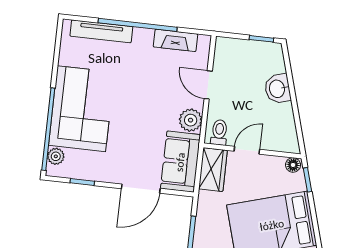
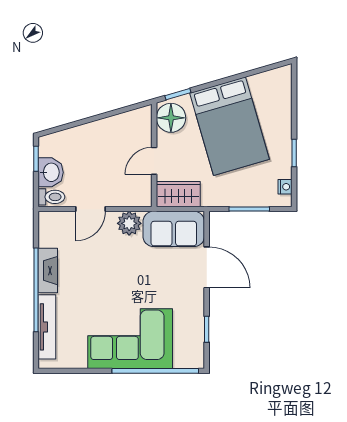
fireplace: (175, 40) -> (48, 271), moved
washbasin: (278, 89) -> (51, 172), moved, turned -74
toilet: (219, 132) -> (51, 197), moved, turned 180
door: (247, 150) -> (154, 161), hinge flipped
plant: (56, 156) -> (183, 360), removed
floor lamp: (293, 165) -> (171, 118), width x1.89, depth x1.89

